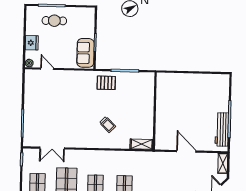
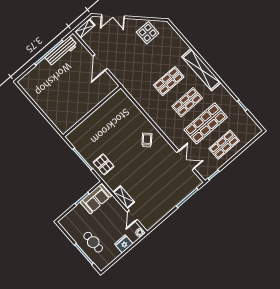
trolley: (108, 125) -> (147, 140), moved
shelving: (142, 144) -> (124, 197), moved

